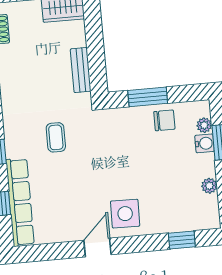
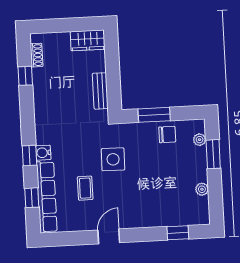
coffee table: (56, 137) -> (85, 188), moved
water cooler: (204, 143) -> (43, 153), moved, turned 180
side table: (125, 214) -> (113, 159), moved

